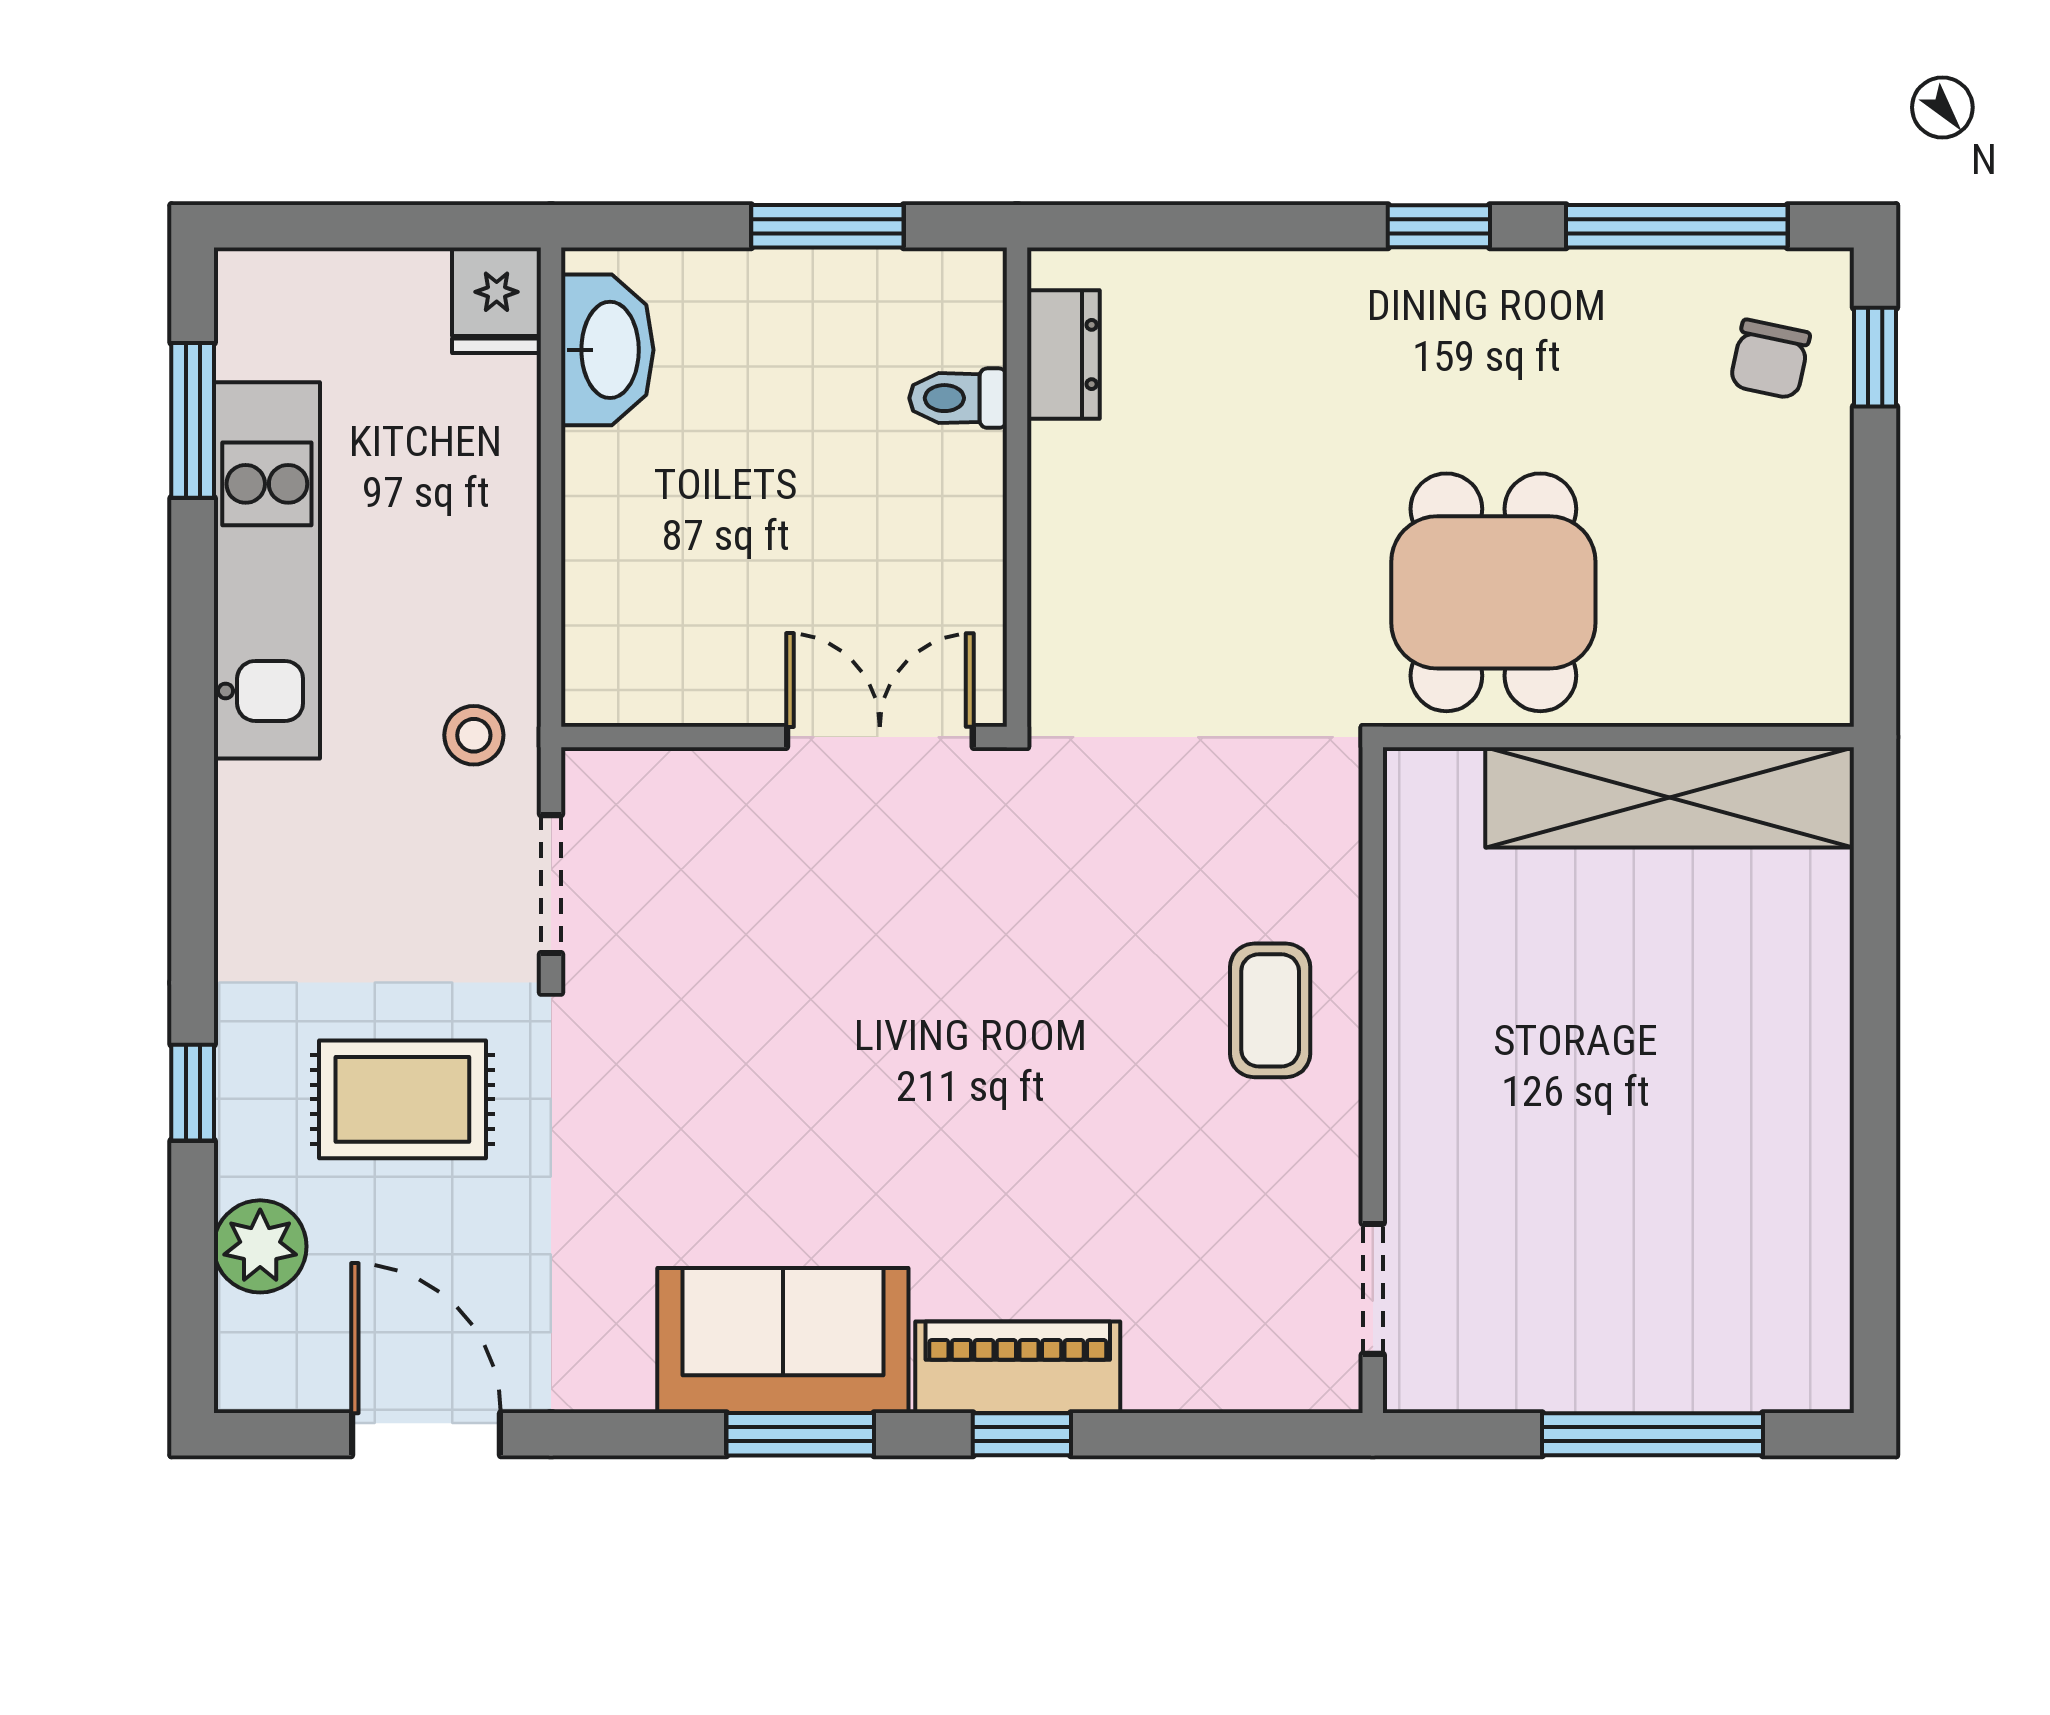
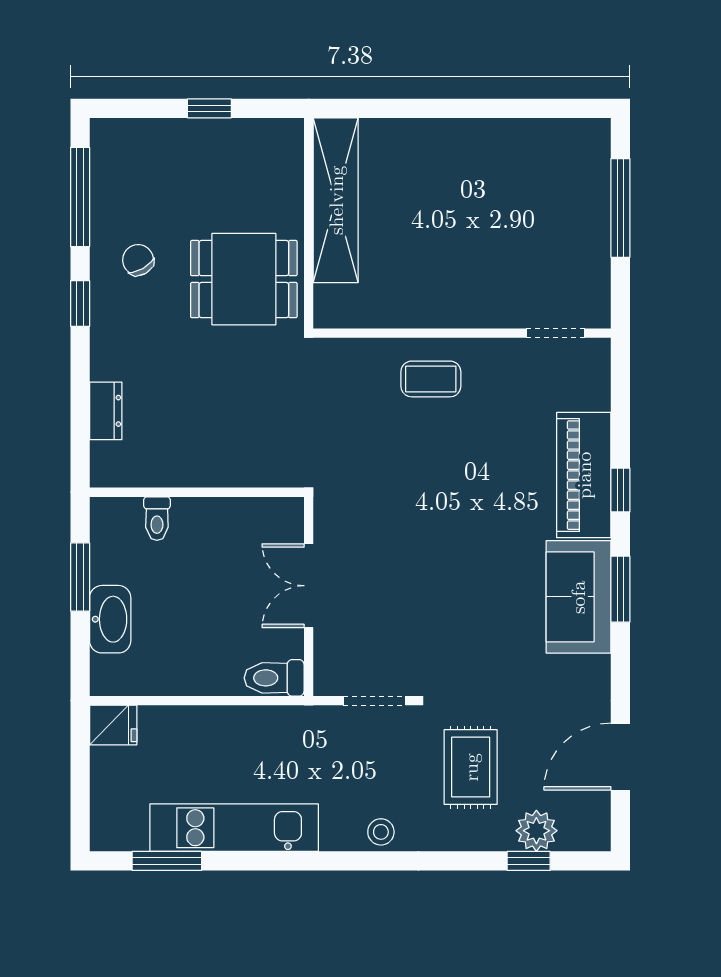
washbasin: (607, 350) -> (110, 619), moved, turned 90
dresser: (1063, 354) -> (106, 411), moved, turned 90
window: (1875, 357) -> (209, 108), moved
chair: (1770, 359) -> (138, 260), moved, turned -132
toilet: (602, 660) -> (274, 678), added
stool: (474, 735) -> (381, 832), moved
double door: (880, 737) -> (309, 586), moved
window: (193, 1093) -> (529, 861), moved
piano: (1018, 1367) -> (584, 475), width x1.37, depth x1.33

